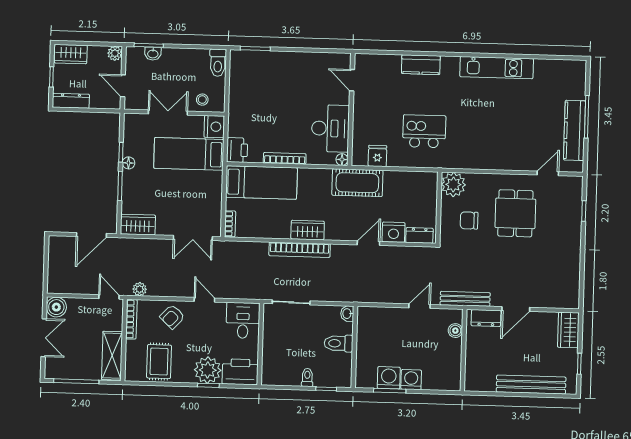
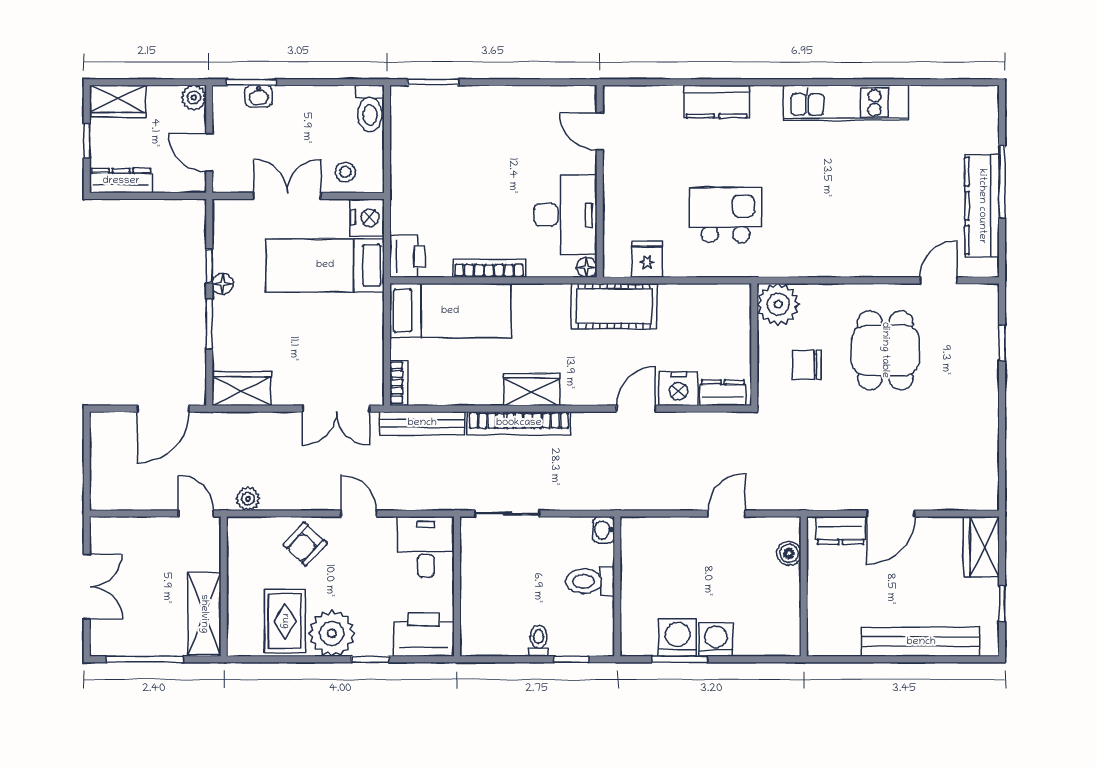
bench: (465, 299) -> (422, 423), moved
boiler: (56, 307) -> (107, 534), removed
bookcase: (131, 319) -> (235, 550), removed
plant: (208, 370) -> (332, 633), moved

